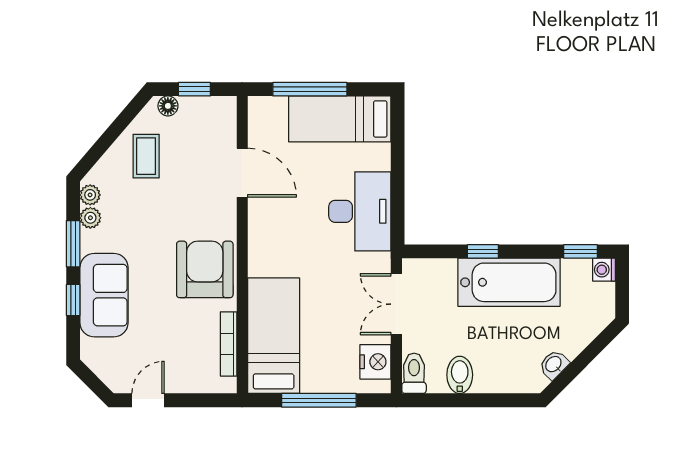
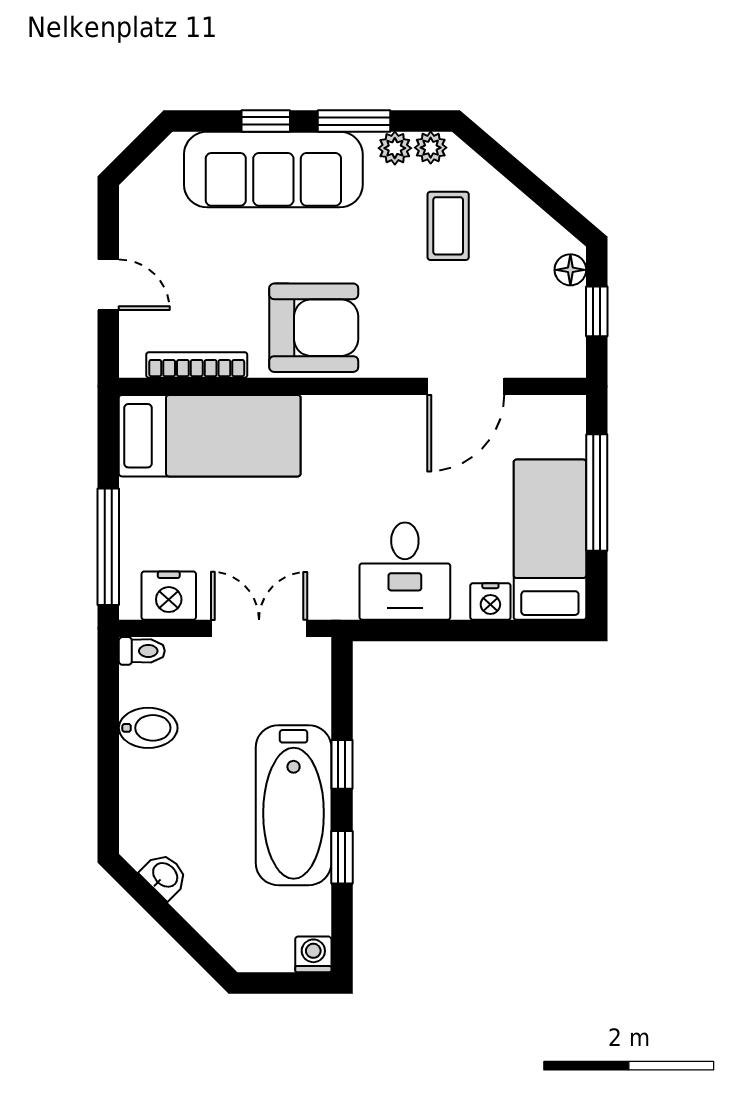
coffee table: (146, 156) -> (448, 226), moved, turned 90
nightstand: (379, 157) -> (490, 602), added
desk: (360, 211) -> (405, 571), width x0.73
window: (580, 251) -> (342, 857), moved
sofa: (104, 295) -> (273, 170), width x1.36
toilet: (414, 373) -> (142, 651), width x0.73, depth x0.72
door: (148, 400) -> (108, 285), moved
window: (319, 400) -> (108, 547), moved

